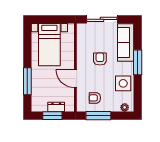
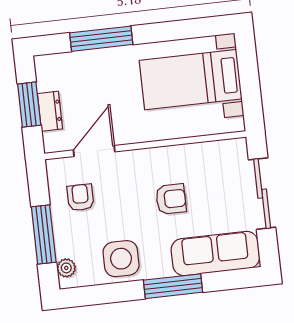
door: (75, 79) -> (94, 151), moved
window: (98, 116) -> (44, 235), moved

